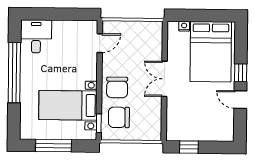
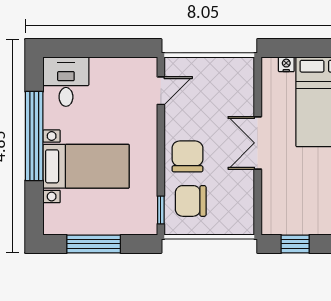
chair: (117, 87) -> (187, 156), turned 180
bed with nightstands: (68, 105) -> (86, 166), moved, turned 180

